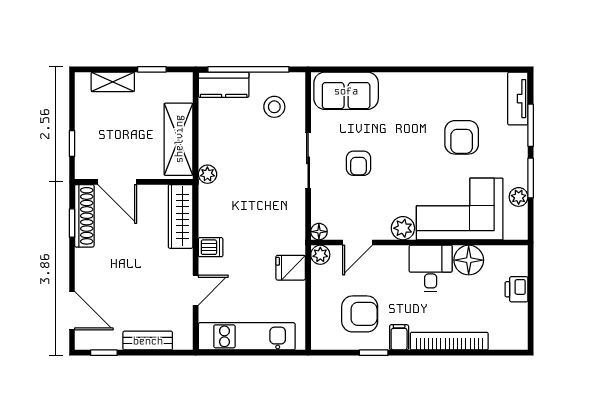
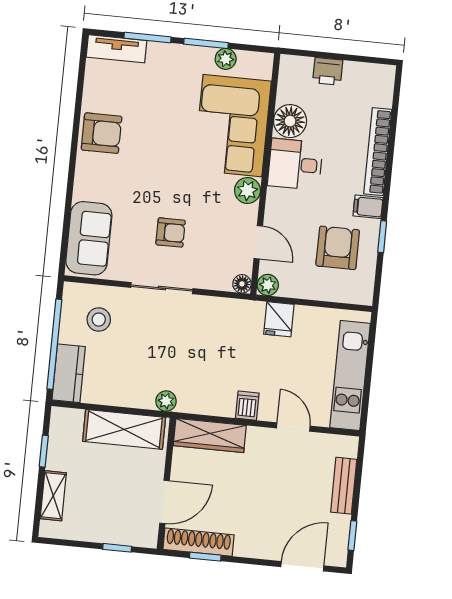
armchair: (462, 137) -> (102, 133), moved

